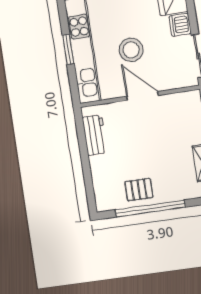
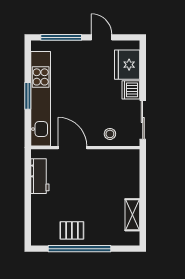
stool: (131, 50) -> (110, 134), moved, width x0.53, depth x0.53
door: (142, 96) -> (73, 148), moved

